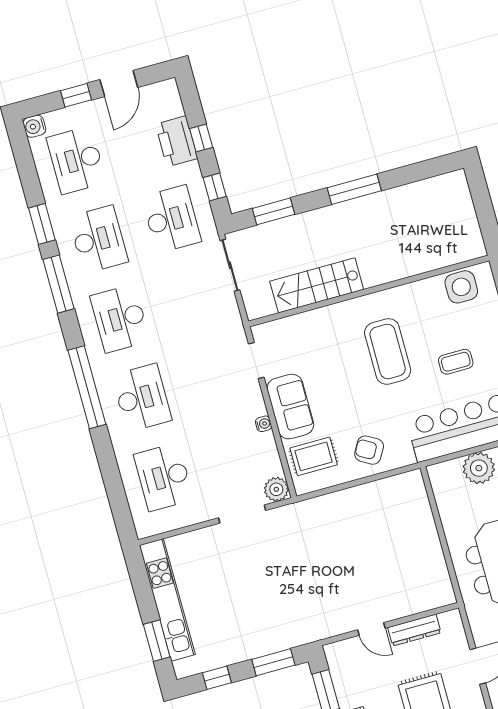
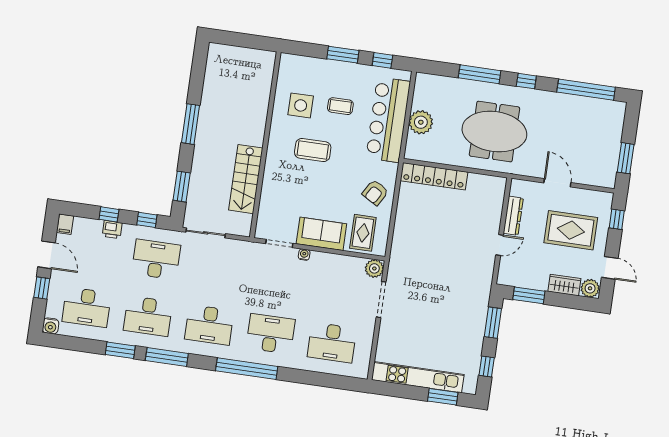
filing cabinet: (166, 90) -> (65, 224), added
printer: (177, 141) -> (112, 230), width x0.53, depth x0.68
desk: (98, 239) -> (148, 316), turned 180
side table: (461, 287) -> (301, 105), moved
coffee table: (388, 351) -> (313, 150), width x0.73, depth x0.76
coffee table: (456, 362) -> (340, 106), turned 90
water cooler: (263, 424) -> (304, 255), moved
locker: (420, 513) -> (434, 176), added

